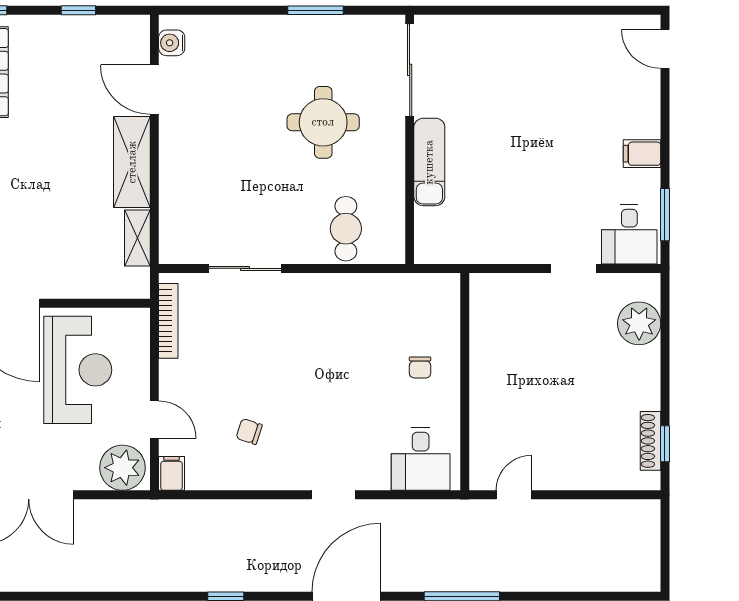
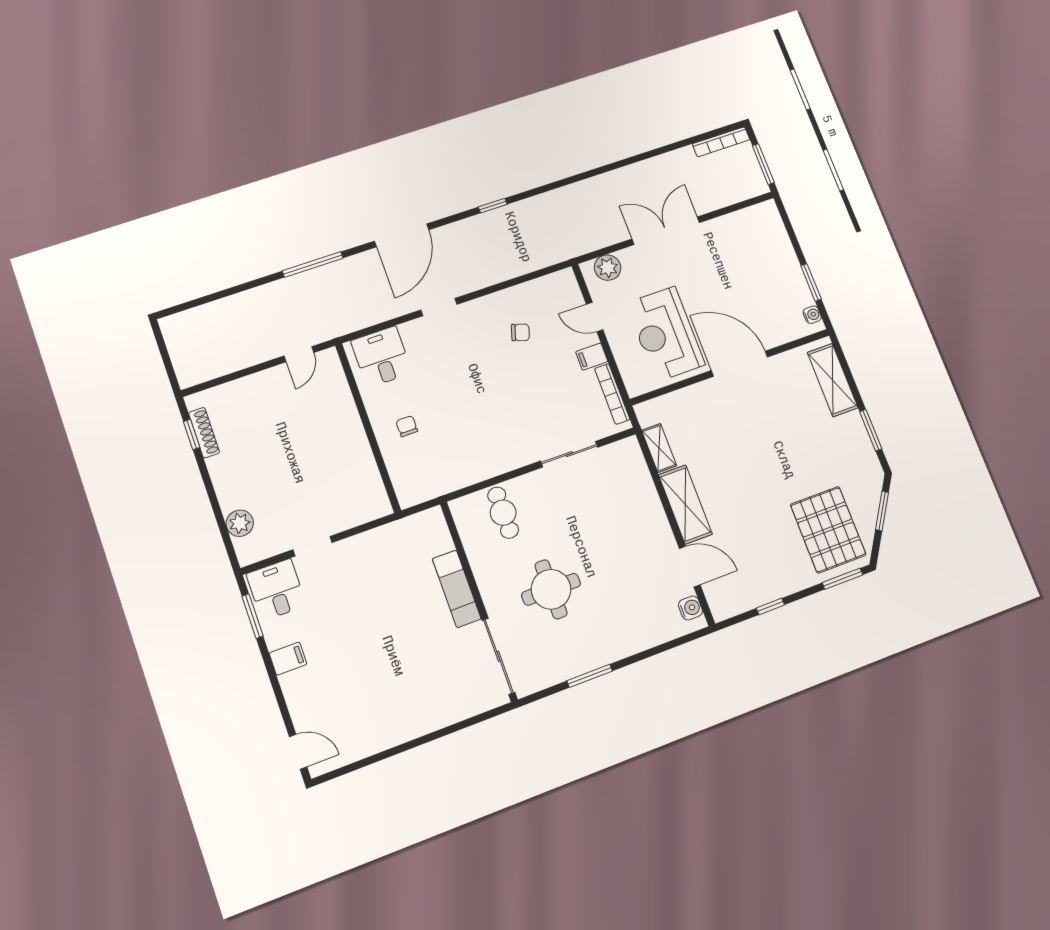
plant: (639, 323) -> (240, 523), width x0.73, depth x0.73
plant: (122, 468) -> (608, 268), width x0.73, depth x0.73
filing cabinet: (171, 473) -> (592, 357), moved, turned 90

